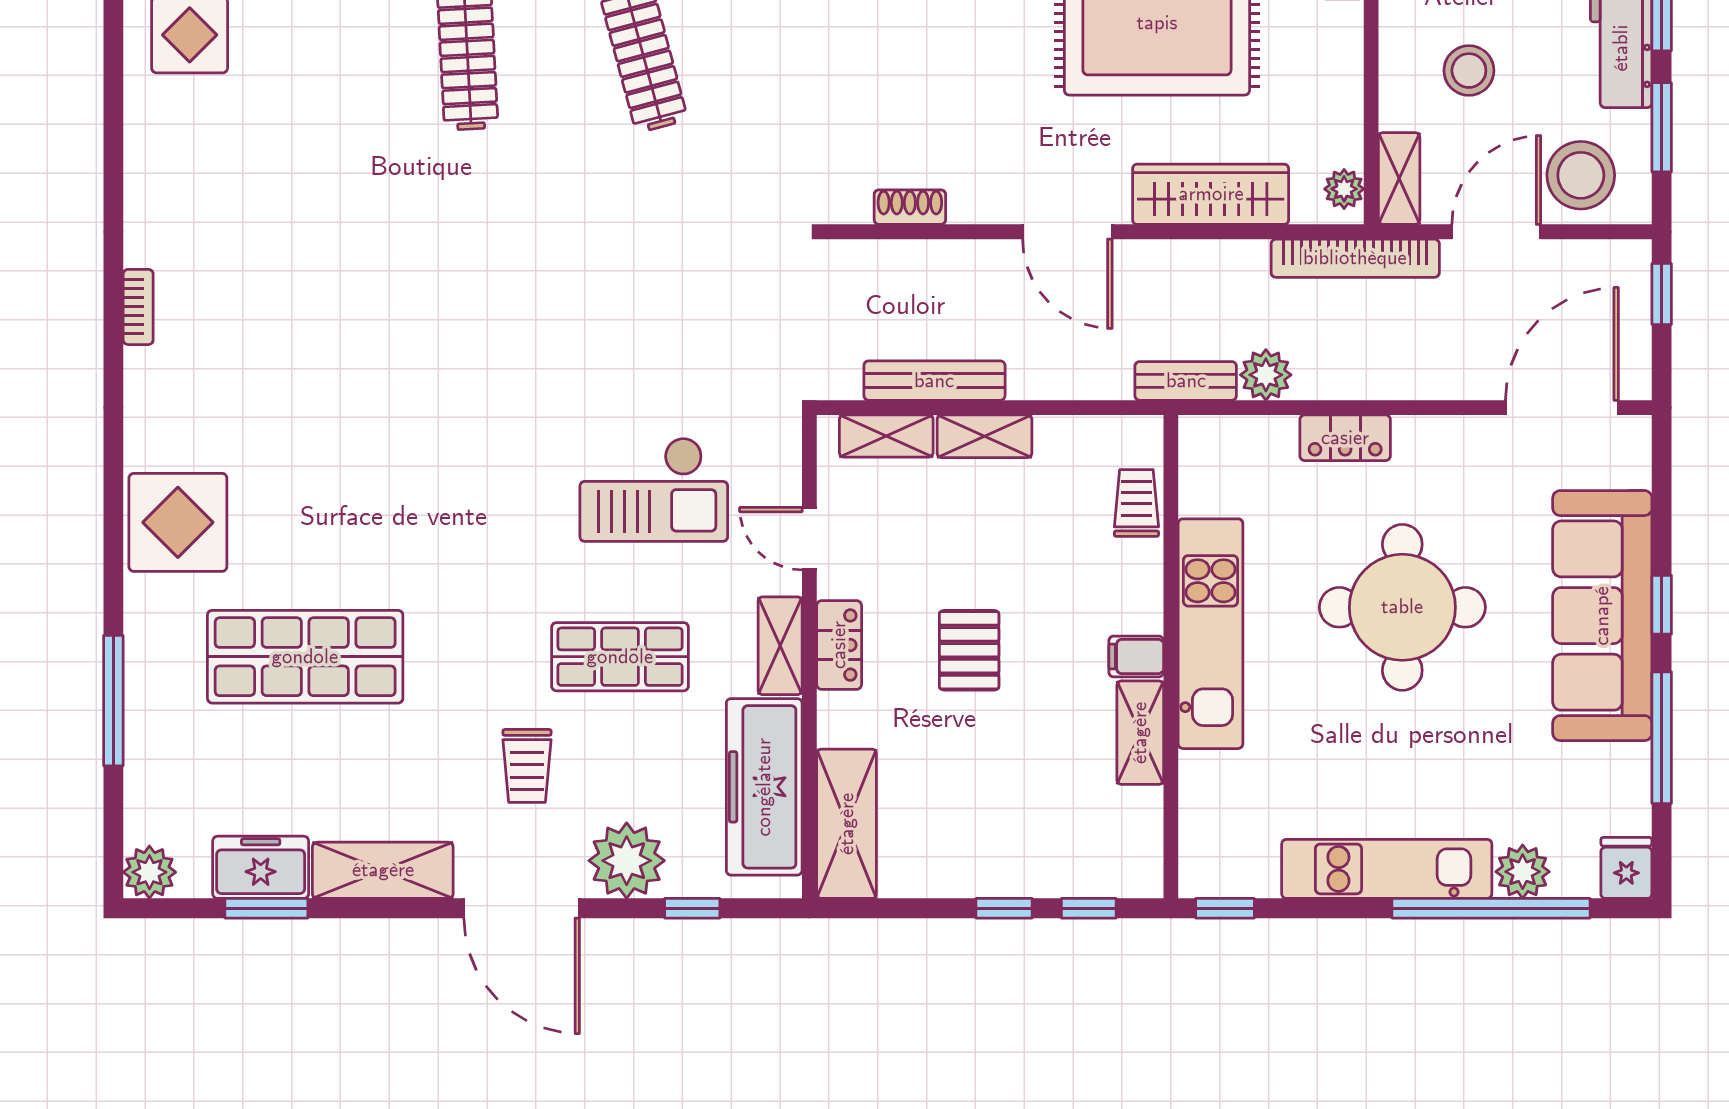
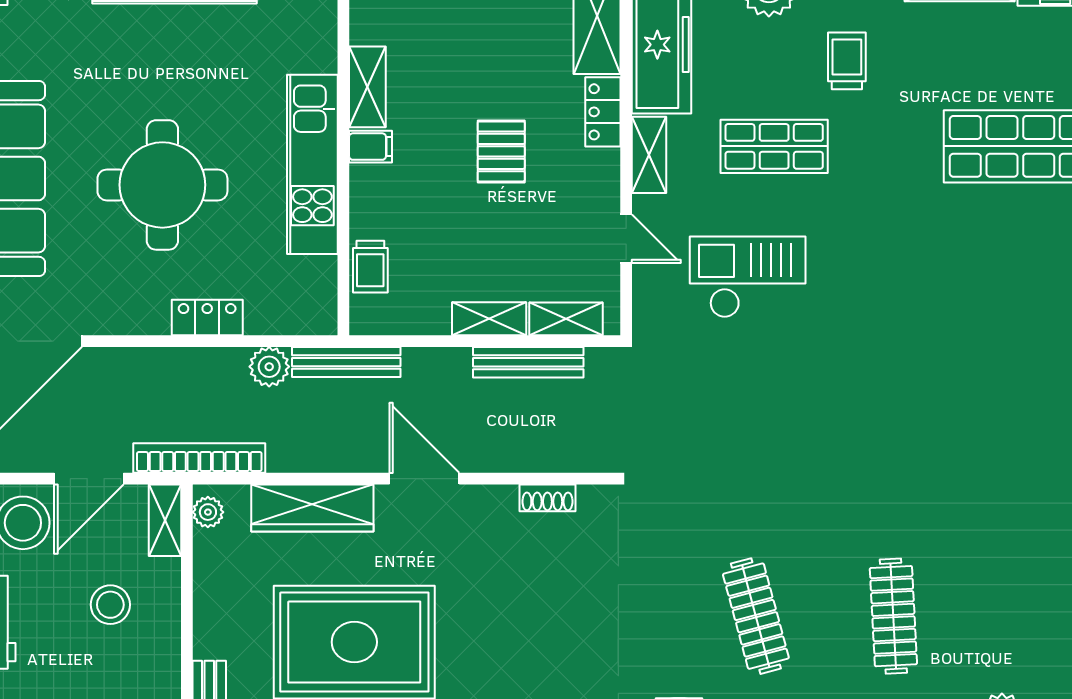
bench: (1186, 381) -> (346, 362), width x1.36
locker: (839, 645) -> (603, 112), moved

